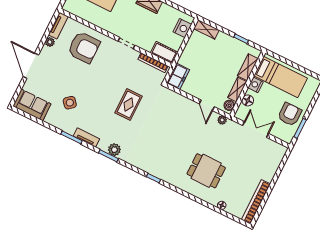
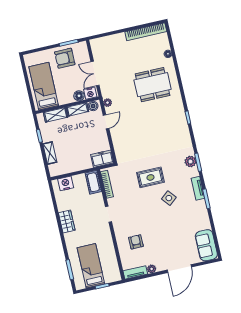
shelving: (207, 29) -> (50, 153), moved
armchair: (84, 47) -> (136, 242), width x0.53, depth x0.53
nightstand: (256, 85) -> (90, 93), moved
side table: (70, 103) -> (169, 198), moved
dining table: (206, 171) -> (153, 85), width x1.38

